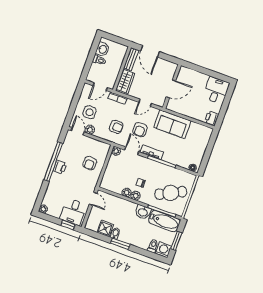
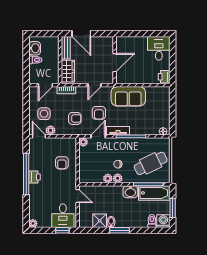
door: (132, 151) -> (98, 136), hinge flipped

